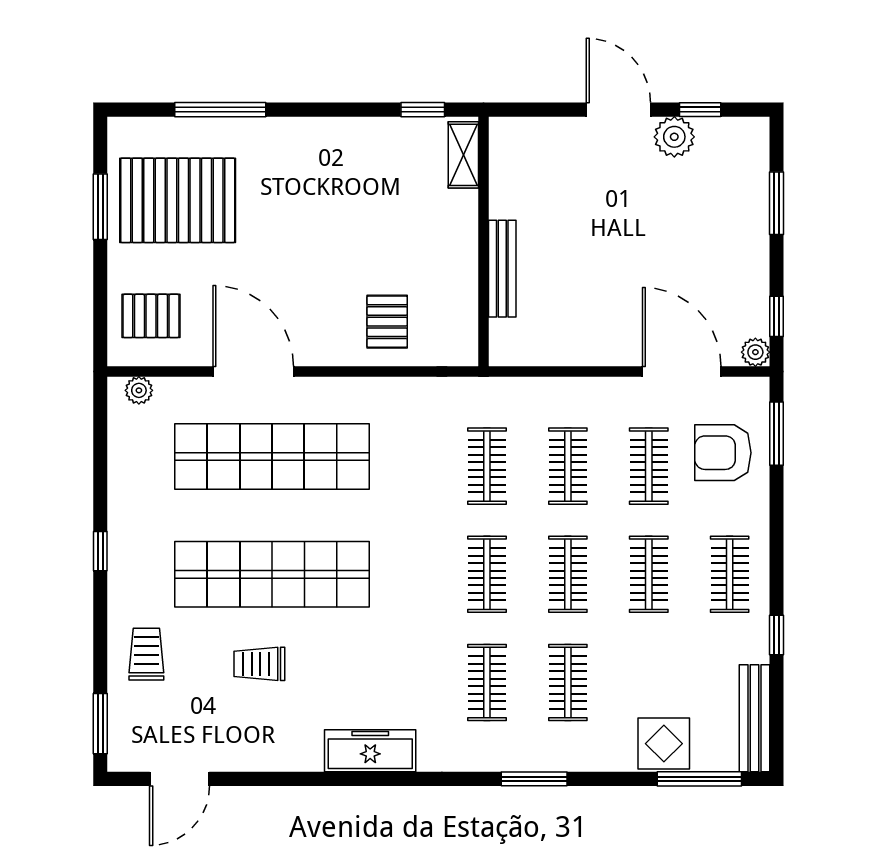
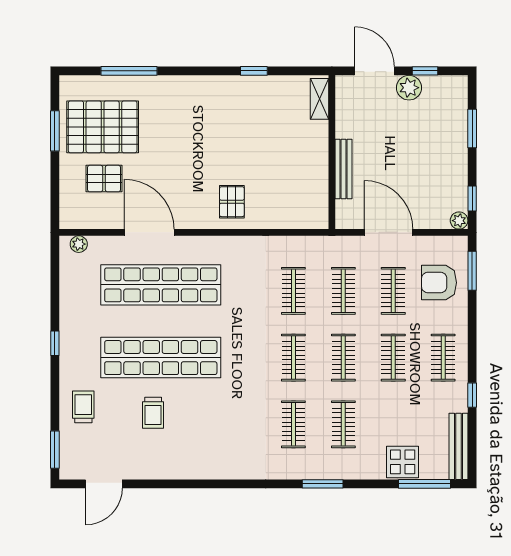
shelving: (463, 155) -> (319, 99), moved
wall: (483, 241) -> (332, 152), moved
bench: (502, 269) -> (344, 169), moved
pallet: (151, 316) -> (104, 179), moved
door: (682, 371) -> (389, 232), moved
trolley: (259, 664) -> (153, 413), turned -90
freezer: (370, 751) -> (221, 466), removed

